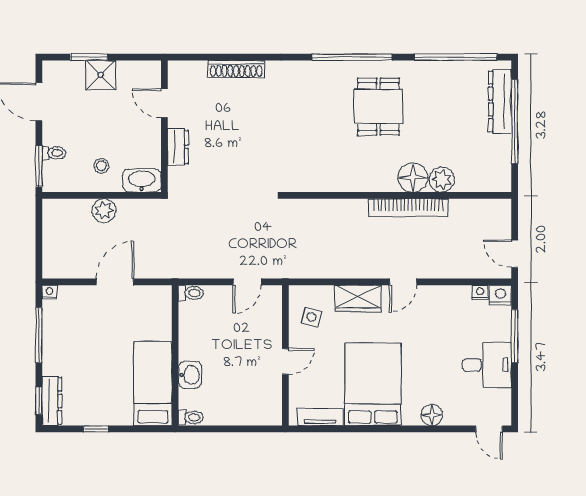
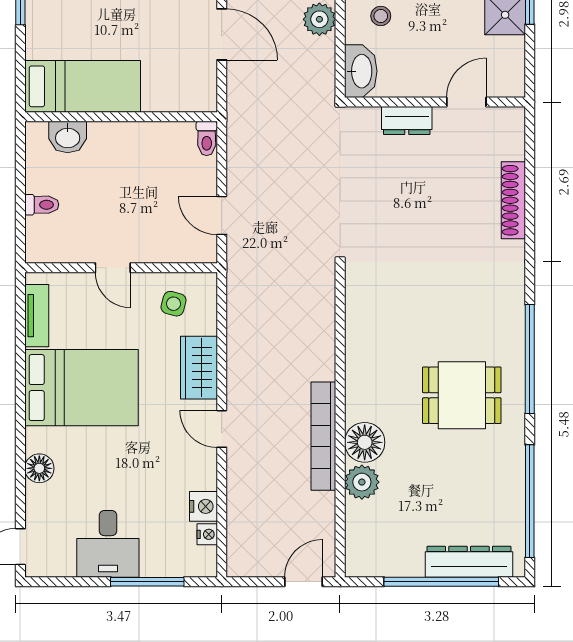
door: (515, 254) -> (304, 582), moved
nightstand: (500, 295) -> (203, 506), moved
washbasin: (190, 375) -> (68, 137), moved
toilet: (191, 417) -> (42, 205), moved, turned -90

